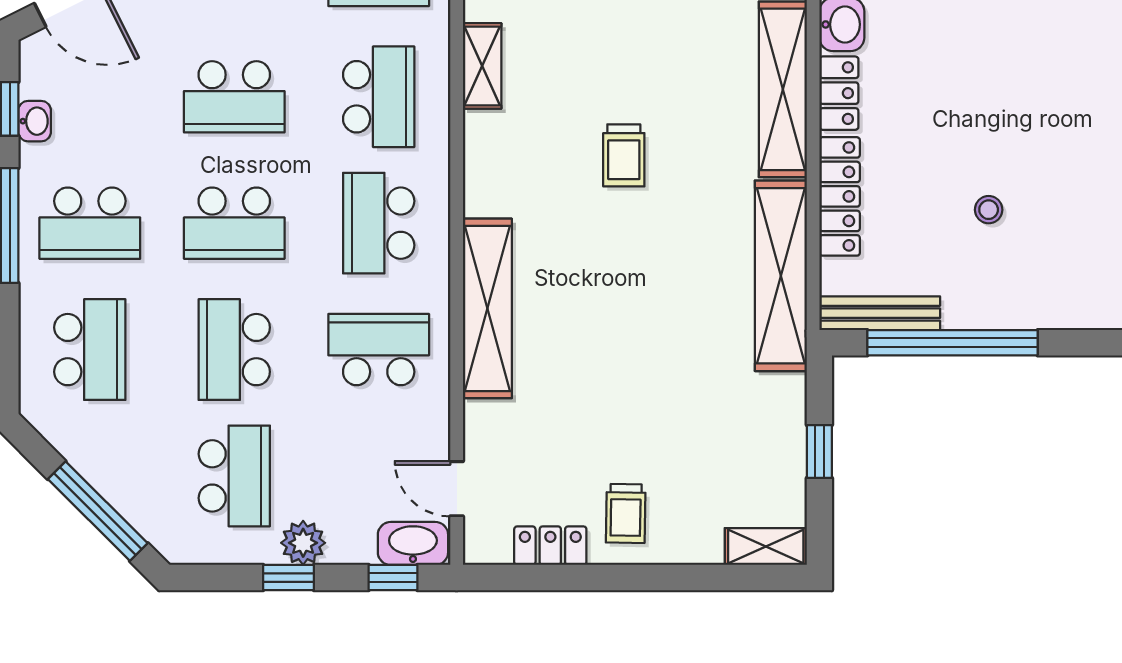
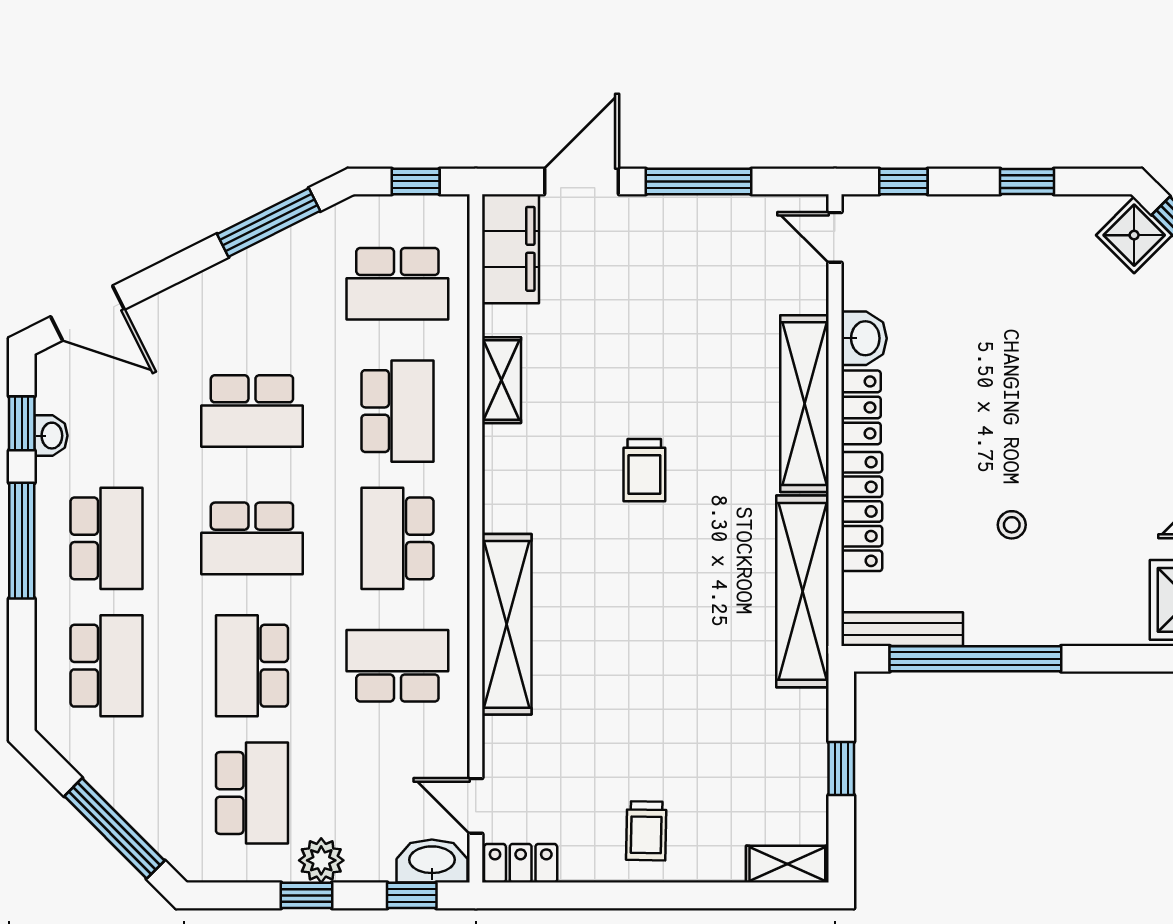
school desk: (90, 223) -> (106, 538), turned -90
locker: (550, 546) -> (521, 863), moved

